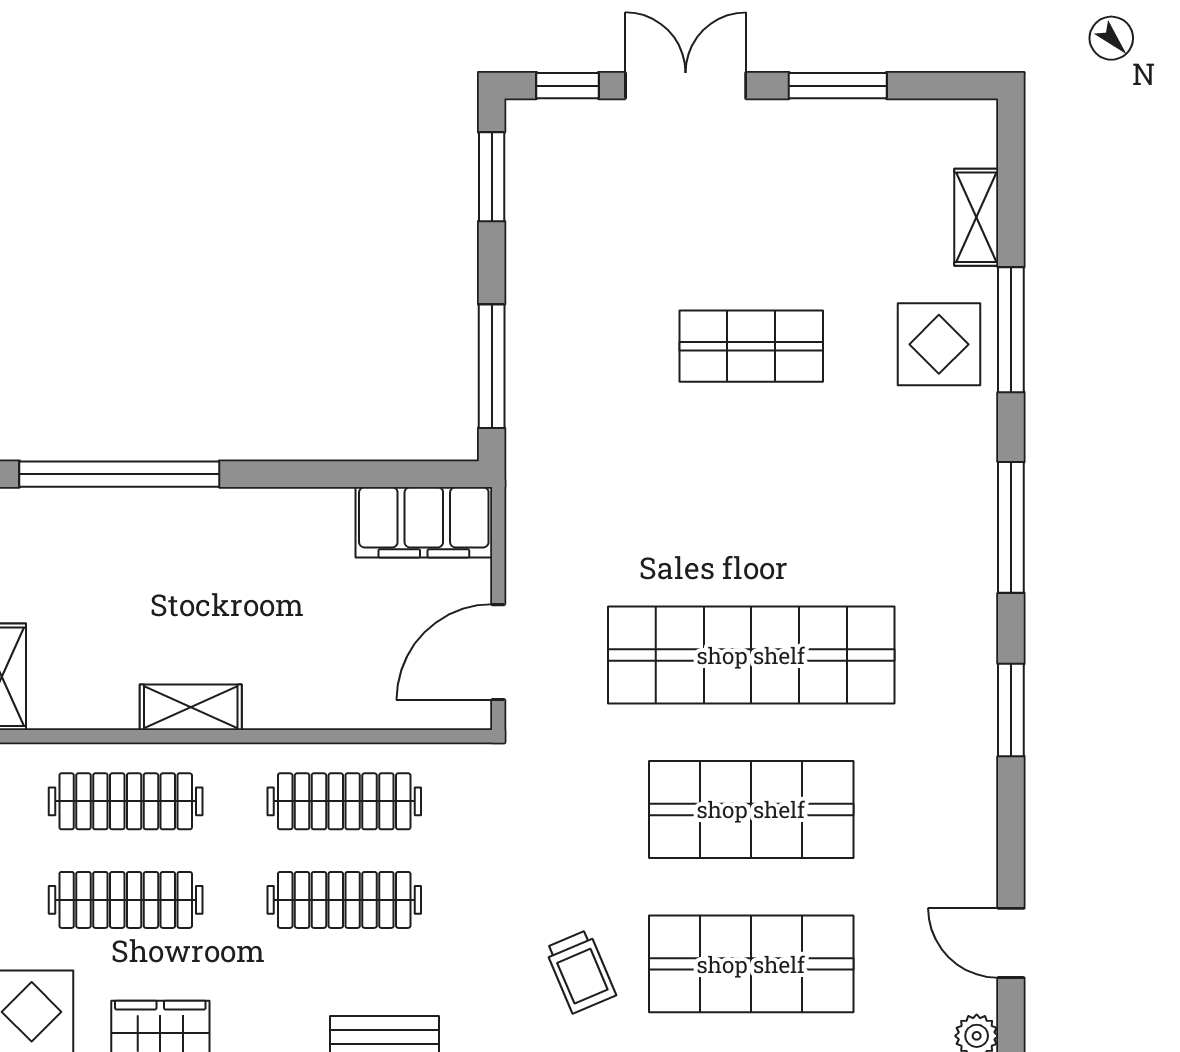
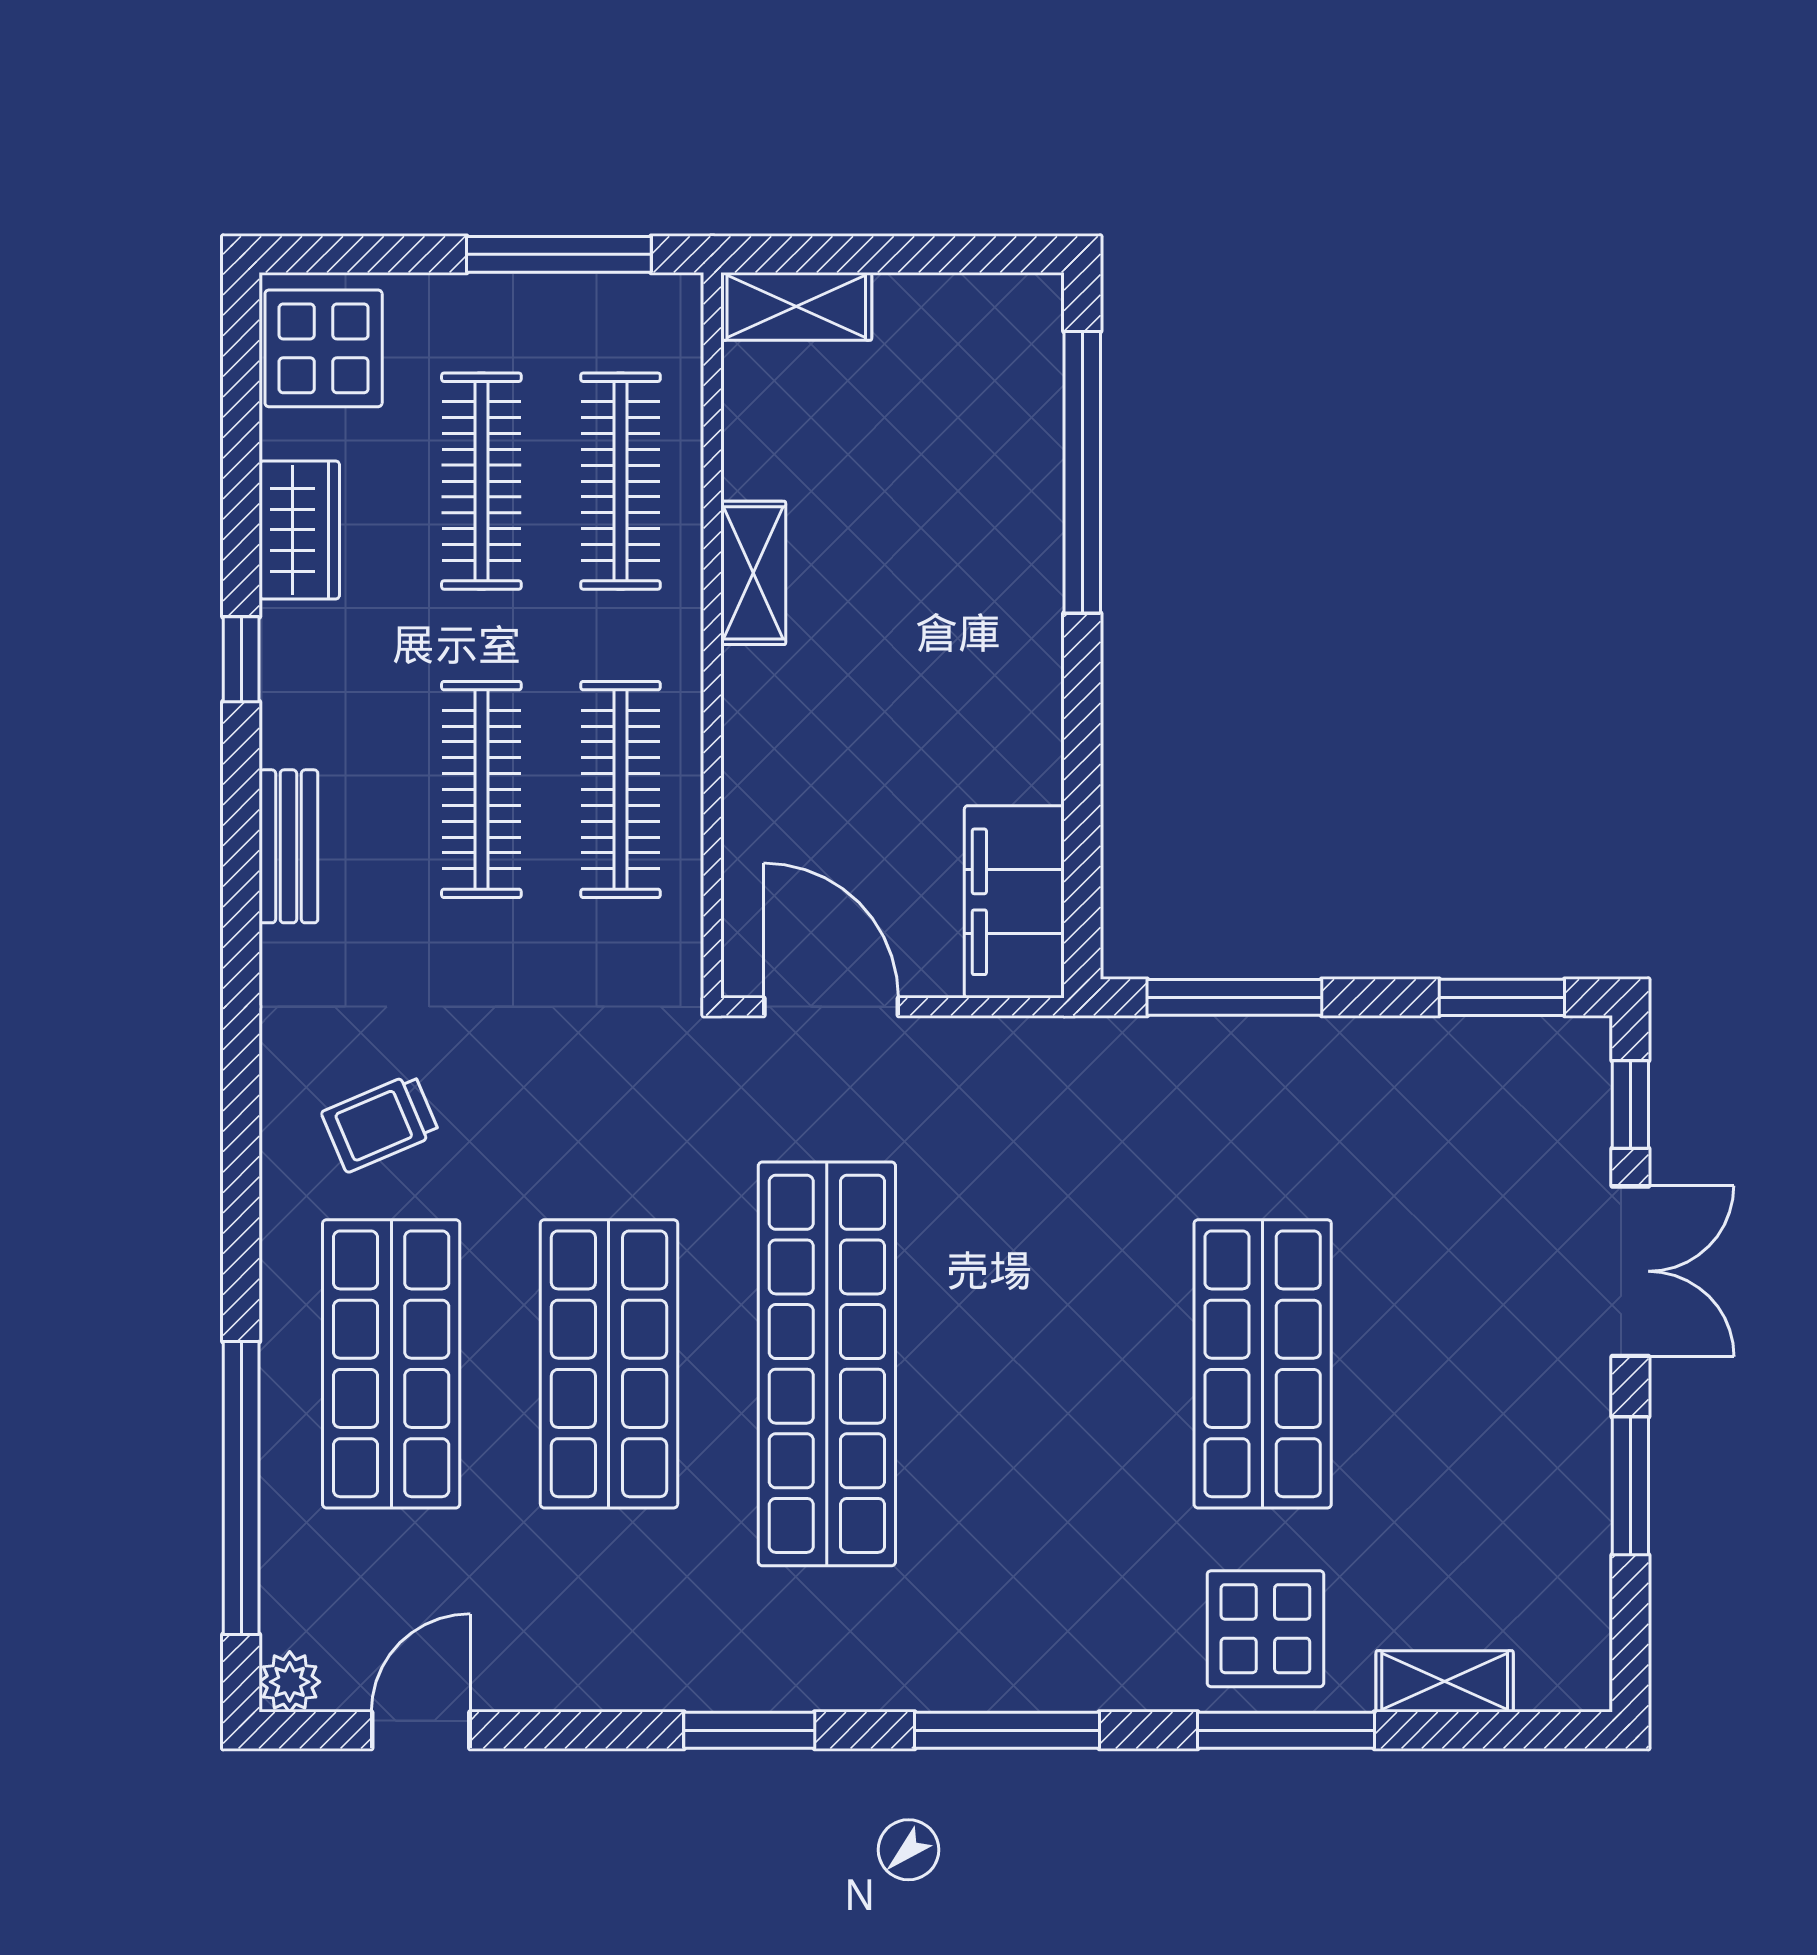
shop shelf: (751, 346) -> (1263, 1364), width x1.43, depth x1.36

